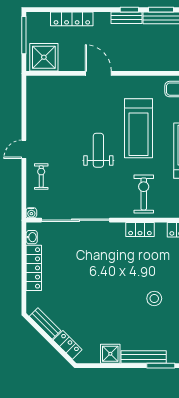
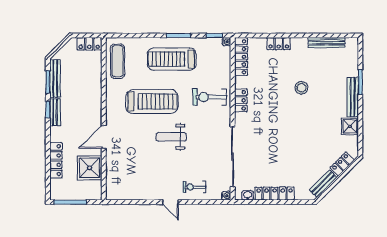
shower: (44, 57) -> (90, 168), moved

